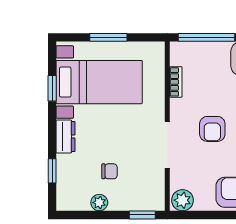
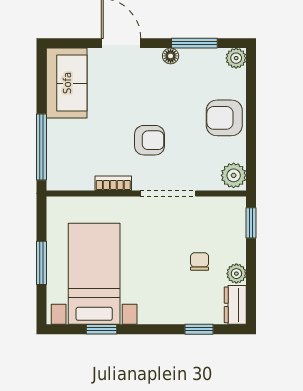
bookcase: (176, 82) -> (113, 183), moved
dresser: (65, 137) -> (235, 305), moved, turned -90

